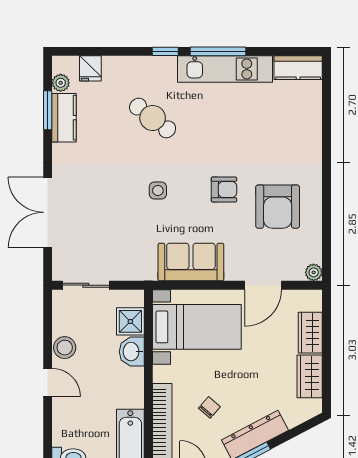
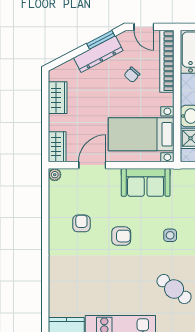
armchair: (224, 189) -> (121, 236), turned 180
armchair: (278, 207) -> (81, 223), width x0.53, depth x0.53
wardrobe: (310, 333) -> (57, 147), moved

